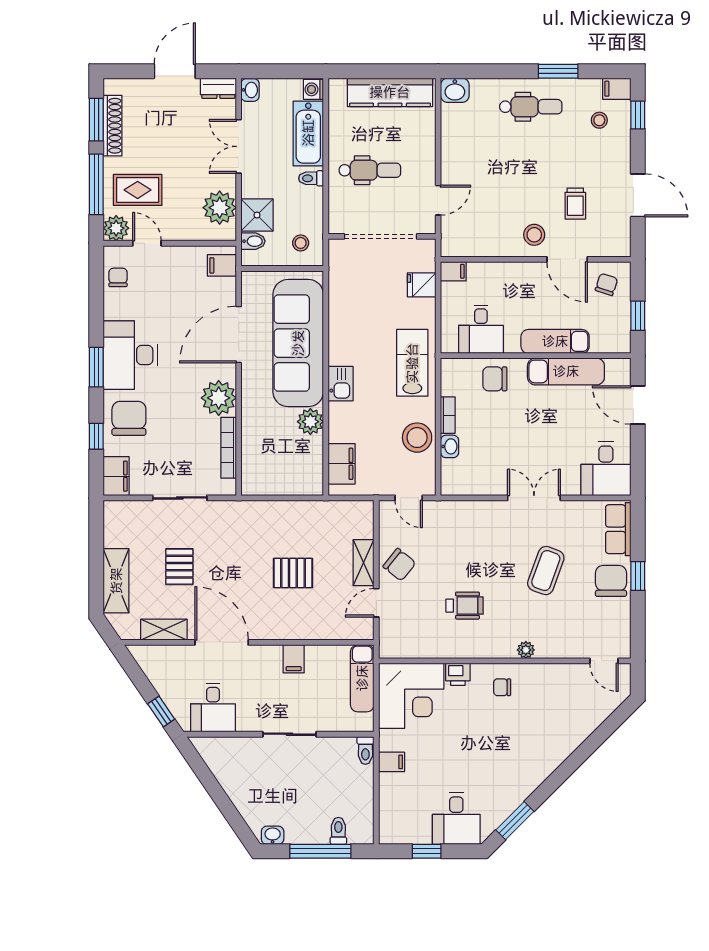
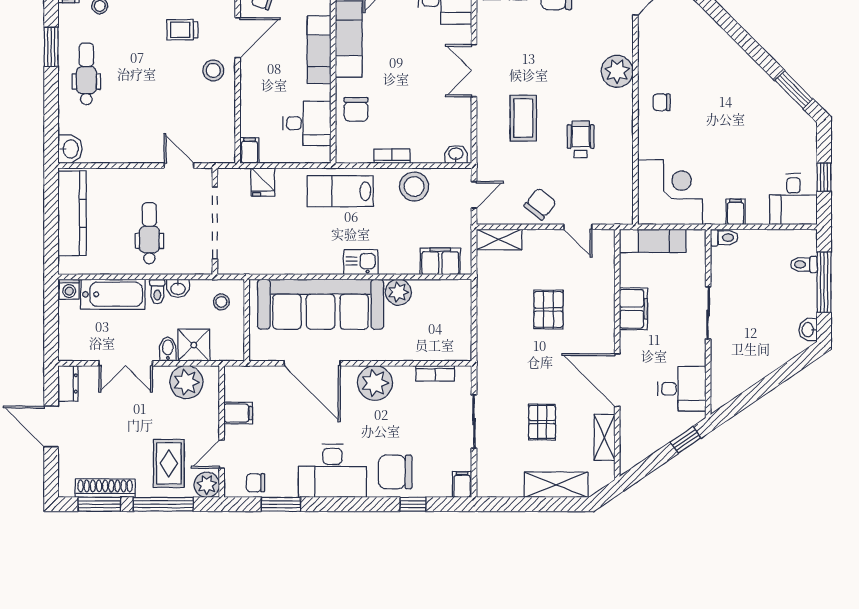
washbasin: (250, 90) -> (178, 288), moved, turned 180
trolley: (575, 204) -> (182, 30), turned 180
bidet: (253, 241) -> (168, 349), moved
filing cabinet: (222, 265) -> (238, 413), moved, turned -90
window: (96, 367) -> (281, 504), moved
washbasin: (450, 446) -> (456, 154), moved
bookcase: (229, 448) -> (435, 373), width x0.64
filing cabinet: (116, 476) -> (462, 485), width x0.50
shelving: (364, 563) -> (499, 239), moved
pallet: (179, 567) -> (542, 422), turned 90
coffee table: (546, 571) -> (523, 118), moved, turned 70
door: (222, 642) -> (617, 380), hinge flipped
plant: (526, 650) -> (617, 71), width x1.87, depth x1.87
filing cabinet: (294, 659) -> (633, 309), width x2.00
printer: (458, 674) -> (649, 146), removed
chair: (502, 687) -> (662, 102), turned 90
desk: (456, 819) -> (793, 199), moved, turned 90

